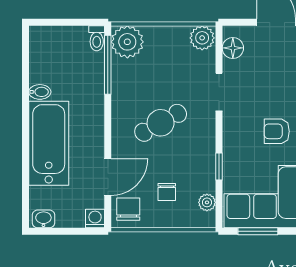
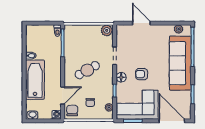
plant: (127, 42) -> (72, 32), removed
floor lamp: (233, 48) -> (121, 77), moved

